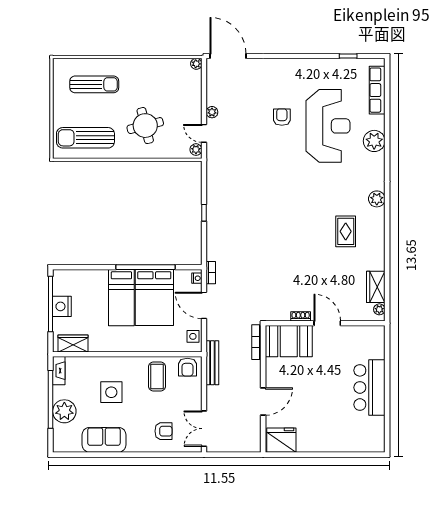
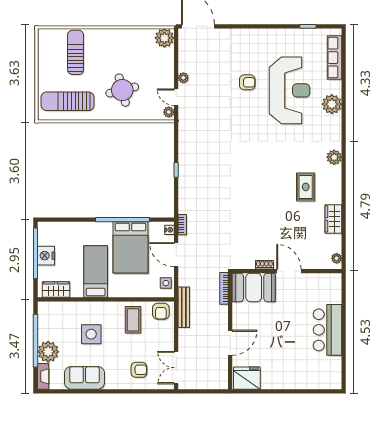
plant: (196, 64) -> (164, 38), width x1.88, depth x1.88
sun lounger: (94, 84) -> (76, 52), turned -90
armchair: (282, 117) -> (247, 82), turned 90
wardrobe: (376, 287) -> (333, 219), moved
bed: (121, 298) -> (96, 271), moved, turned 180
fireplace: (59, 371) -> (43, 376), moved

